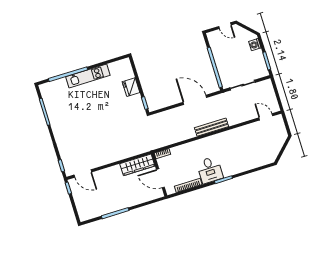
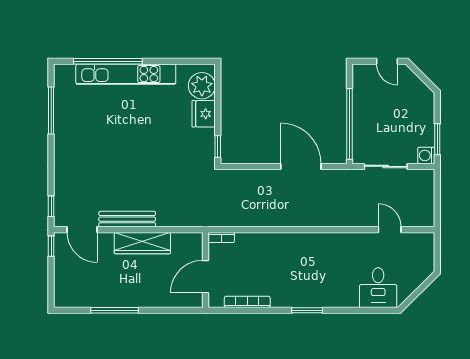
washing machine: (255, 45) -> (426, 155), moved
plant: (125, 72) -> (202, 86), added
kitchen unit: (88, 76) -> (126, 74), width x1.36
door: (266, 117) -> (390, 230), moved
bench: (212, 127) -> (127, 219), moved
wardrobe: (137, 165) -> (142, 243), moved
desk: (210, 170) -> (378, 288), moved
door: (160, 178) -> (206, 277), hinge flipped

